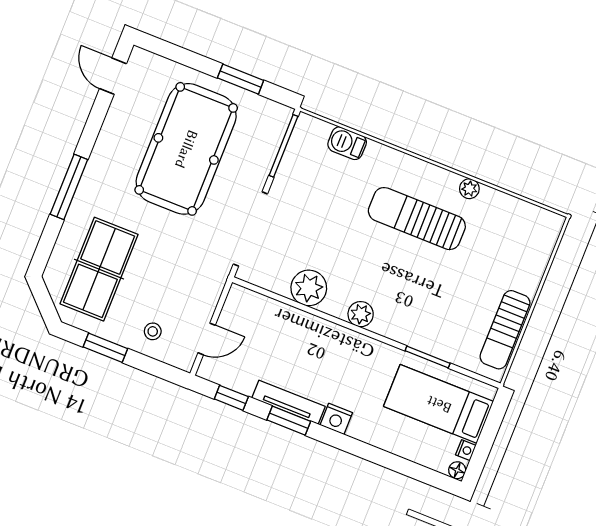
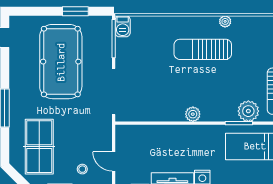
barbecue: (347, 143) -> (123, 26), moved, turned -90
plant: (309, 288) -> (248, 111), moved
door: (207, 339) -> (114, 161), swing flipped

